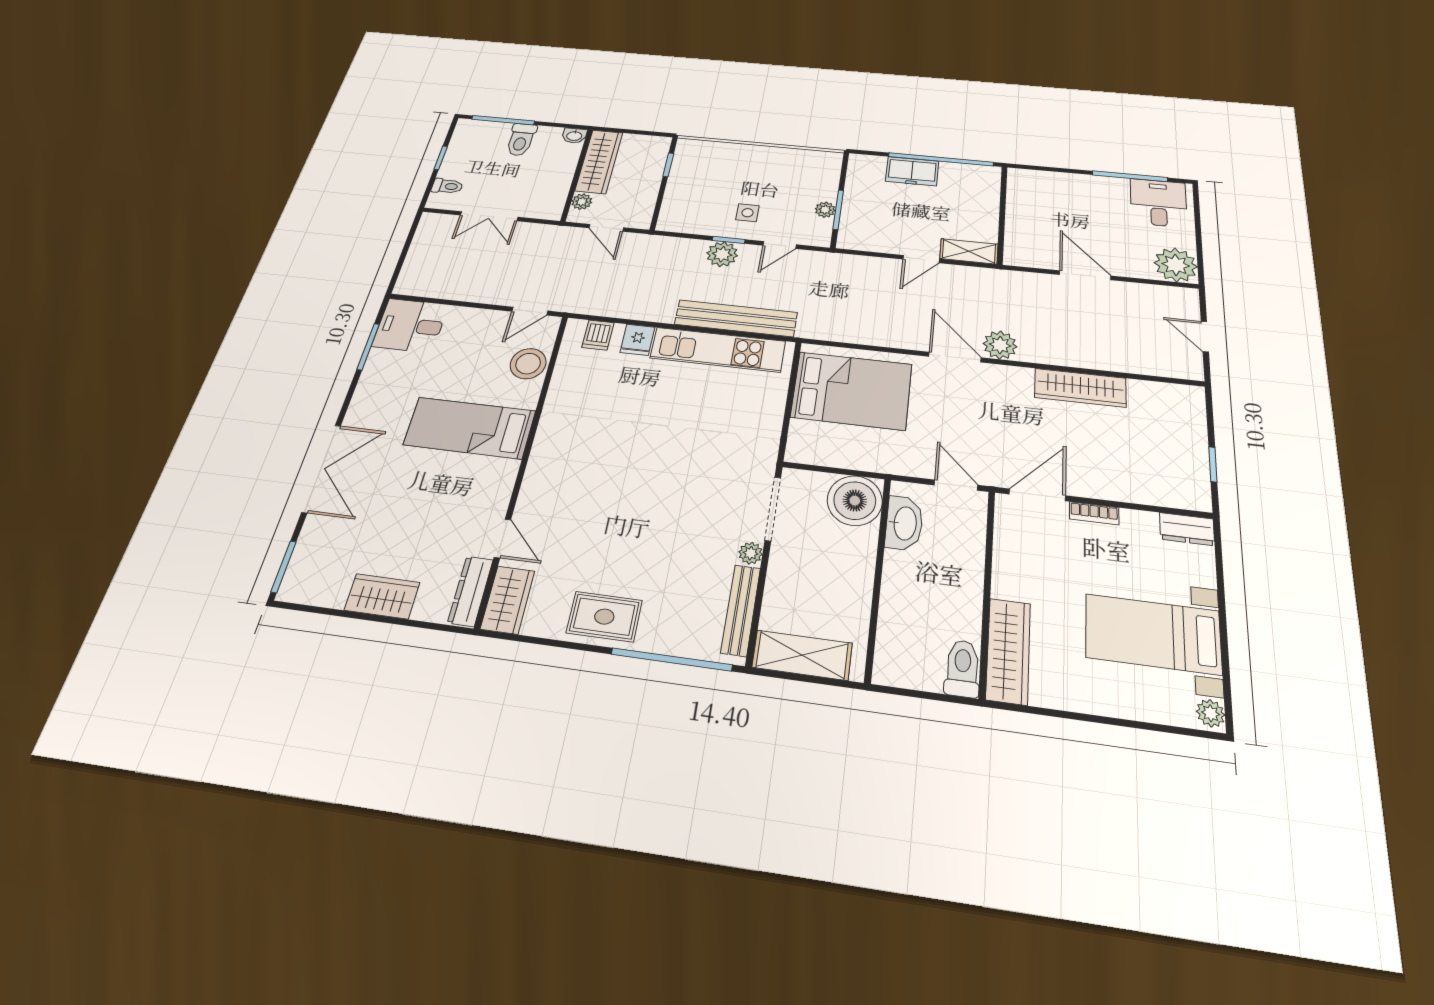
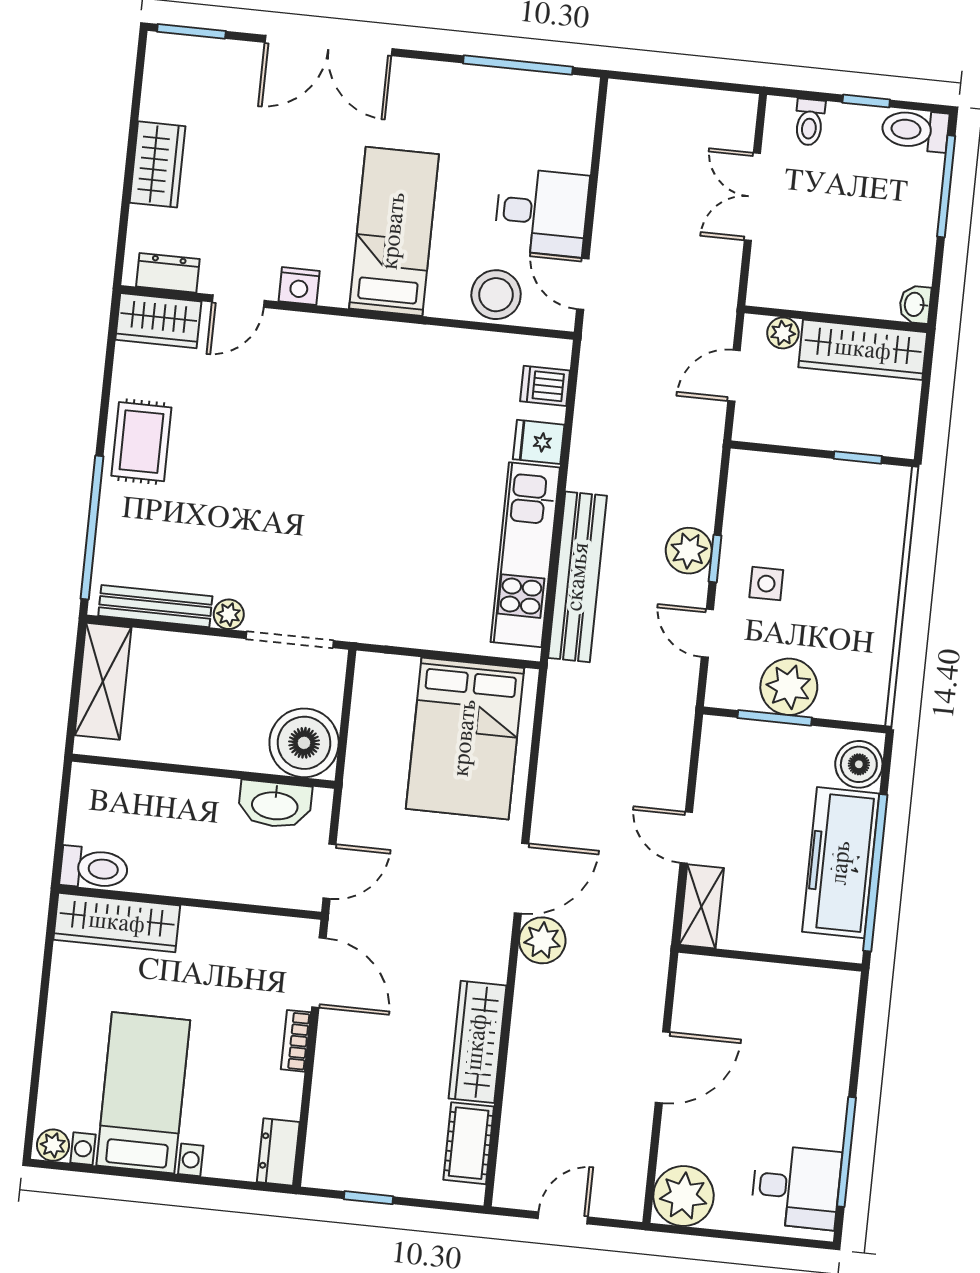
toilet: (521, 140) -> (915, 130), moved
boiler: (869, 167) -> (859, 764), added
freezer: (912, 171) -> (841, 863), width x1.91, depth x1.26
plant: (825, 210) -> (789, 687), width x1.88, depth x1.88
desk: (410, 326) -> (541, 212), moved, turned 90
window: (368, 347) -> (518, 65), width x1.44
cot: (1159, 395) -> (469, 1143), added
nightstand: (499, 494) -> (299, 286), added
dresser: (470, 591) -> (168, 273), width x0.70

